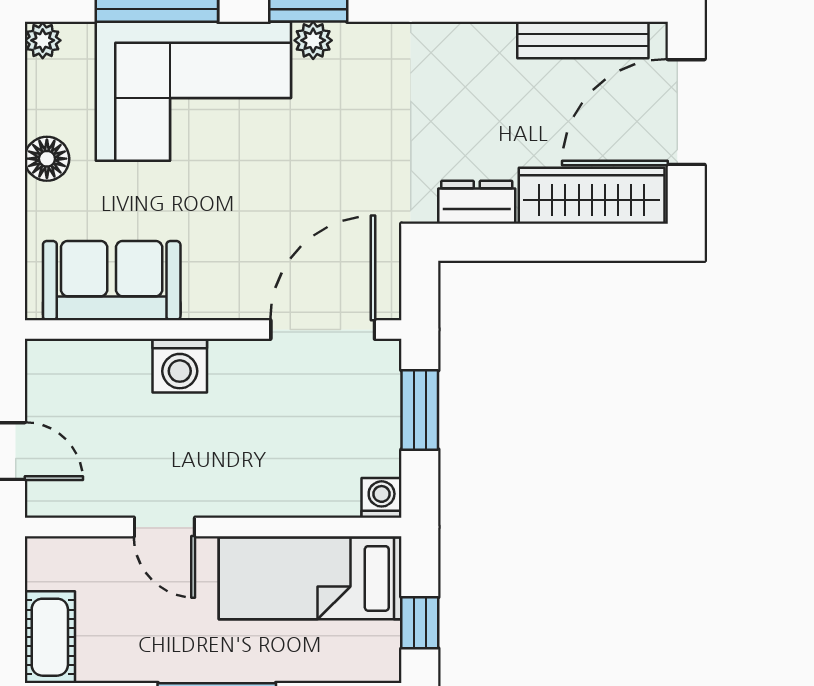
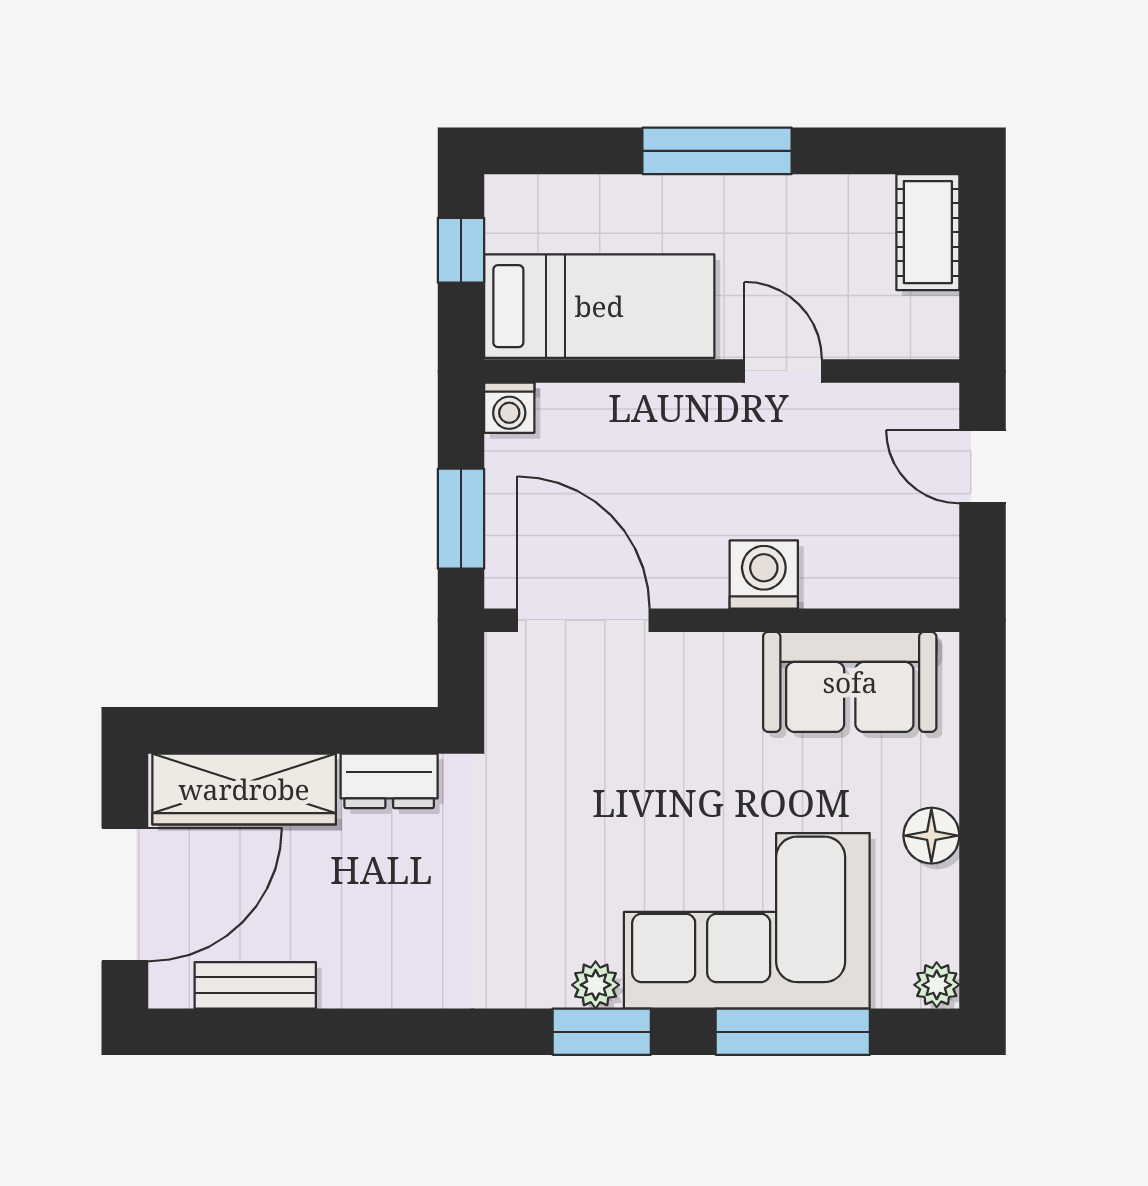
bench: (583, 40) -> (255, 985), width x0.73
door: (323, 329) -> (583, 620), swing flipped

